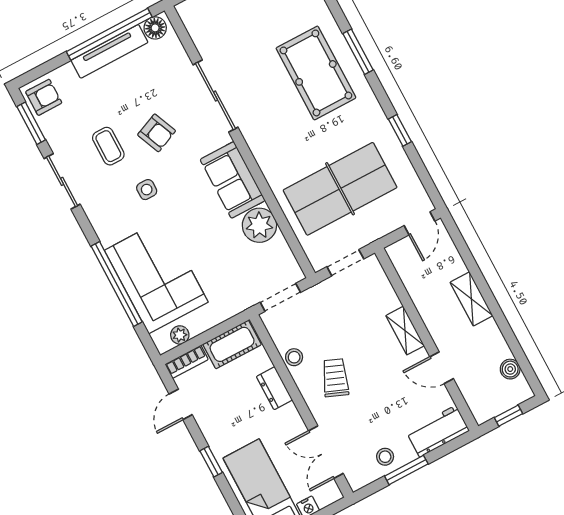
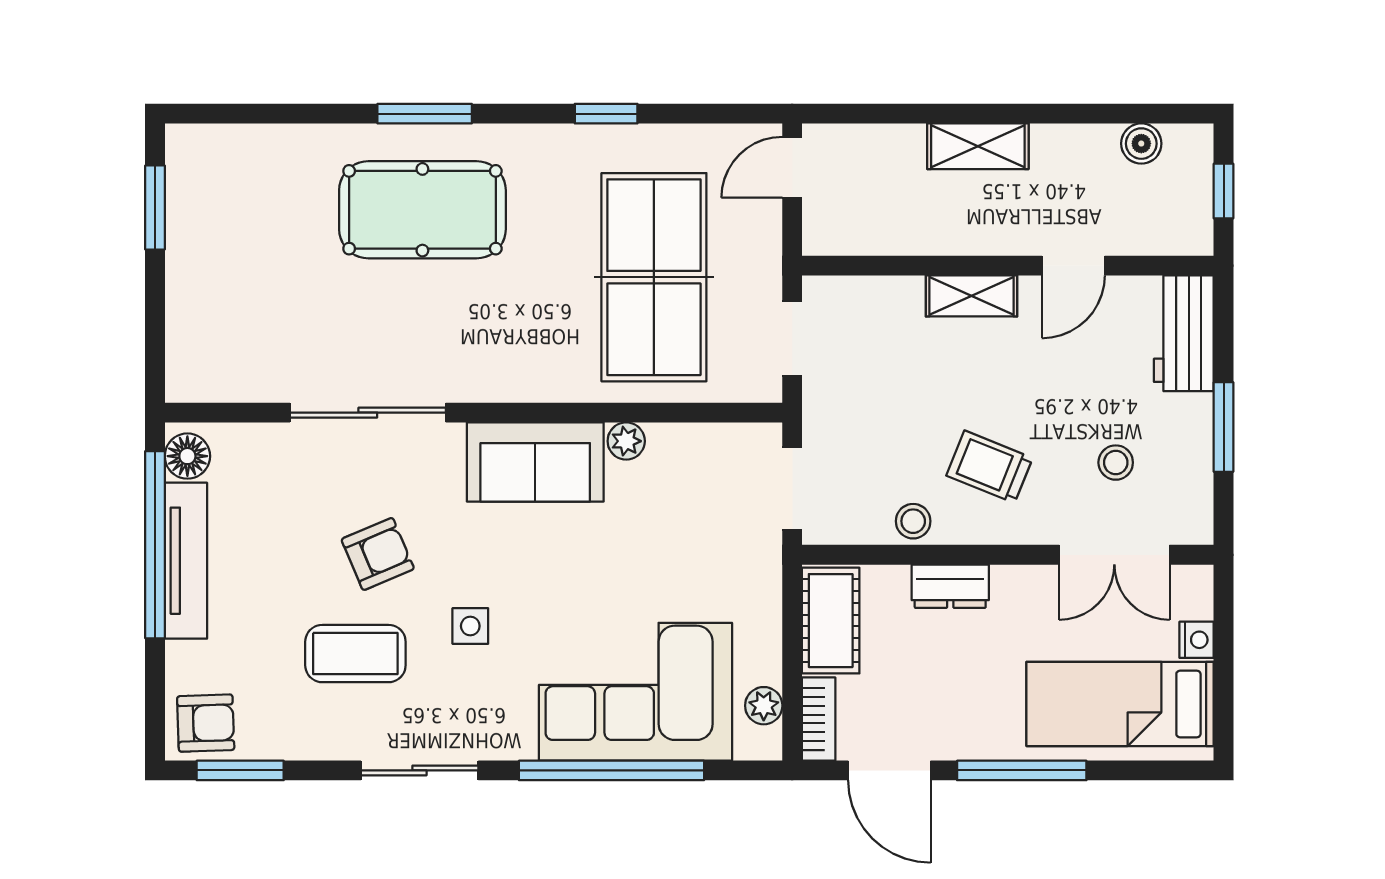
armchair: (44, 97) -> (206, 723), turned 88
coffee table: (108, 146) -> (355, 654), width x1.36, depth x1.30
sliding door: (62, 181) -> (420, 770), moved
door: (420, 223) -> (792, 167), swing flipped
plant: (259, 225) -> (626, 441), width x0.53, depth x0.53
door: (181, 404) -> (889, 770), width x1.38
stool: (385, 457) -> (1116, 463), moved
window: (211, 462) -> (1022, 770), width x2.17

